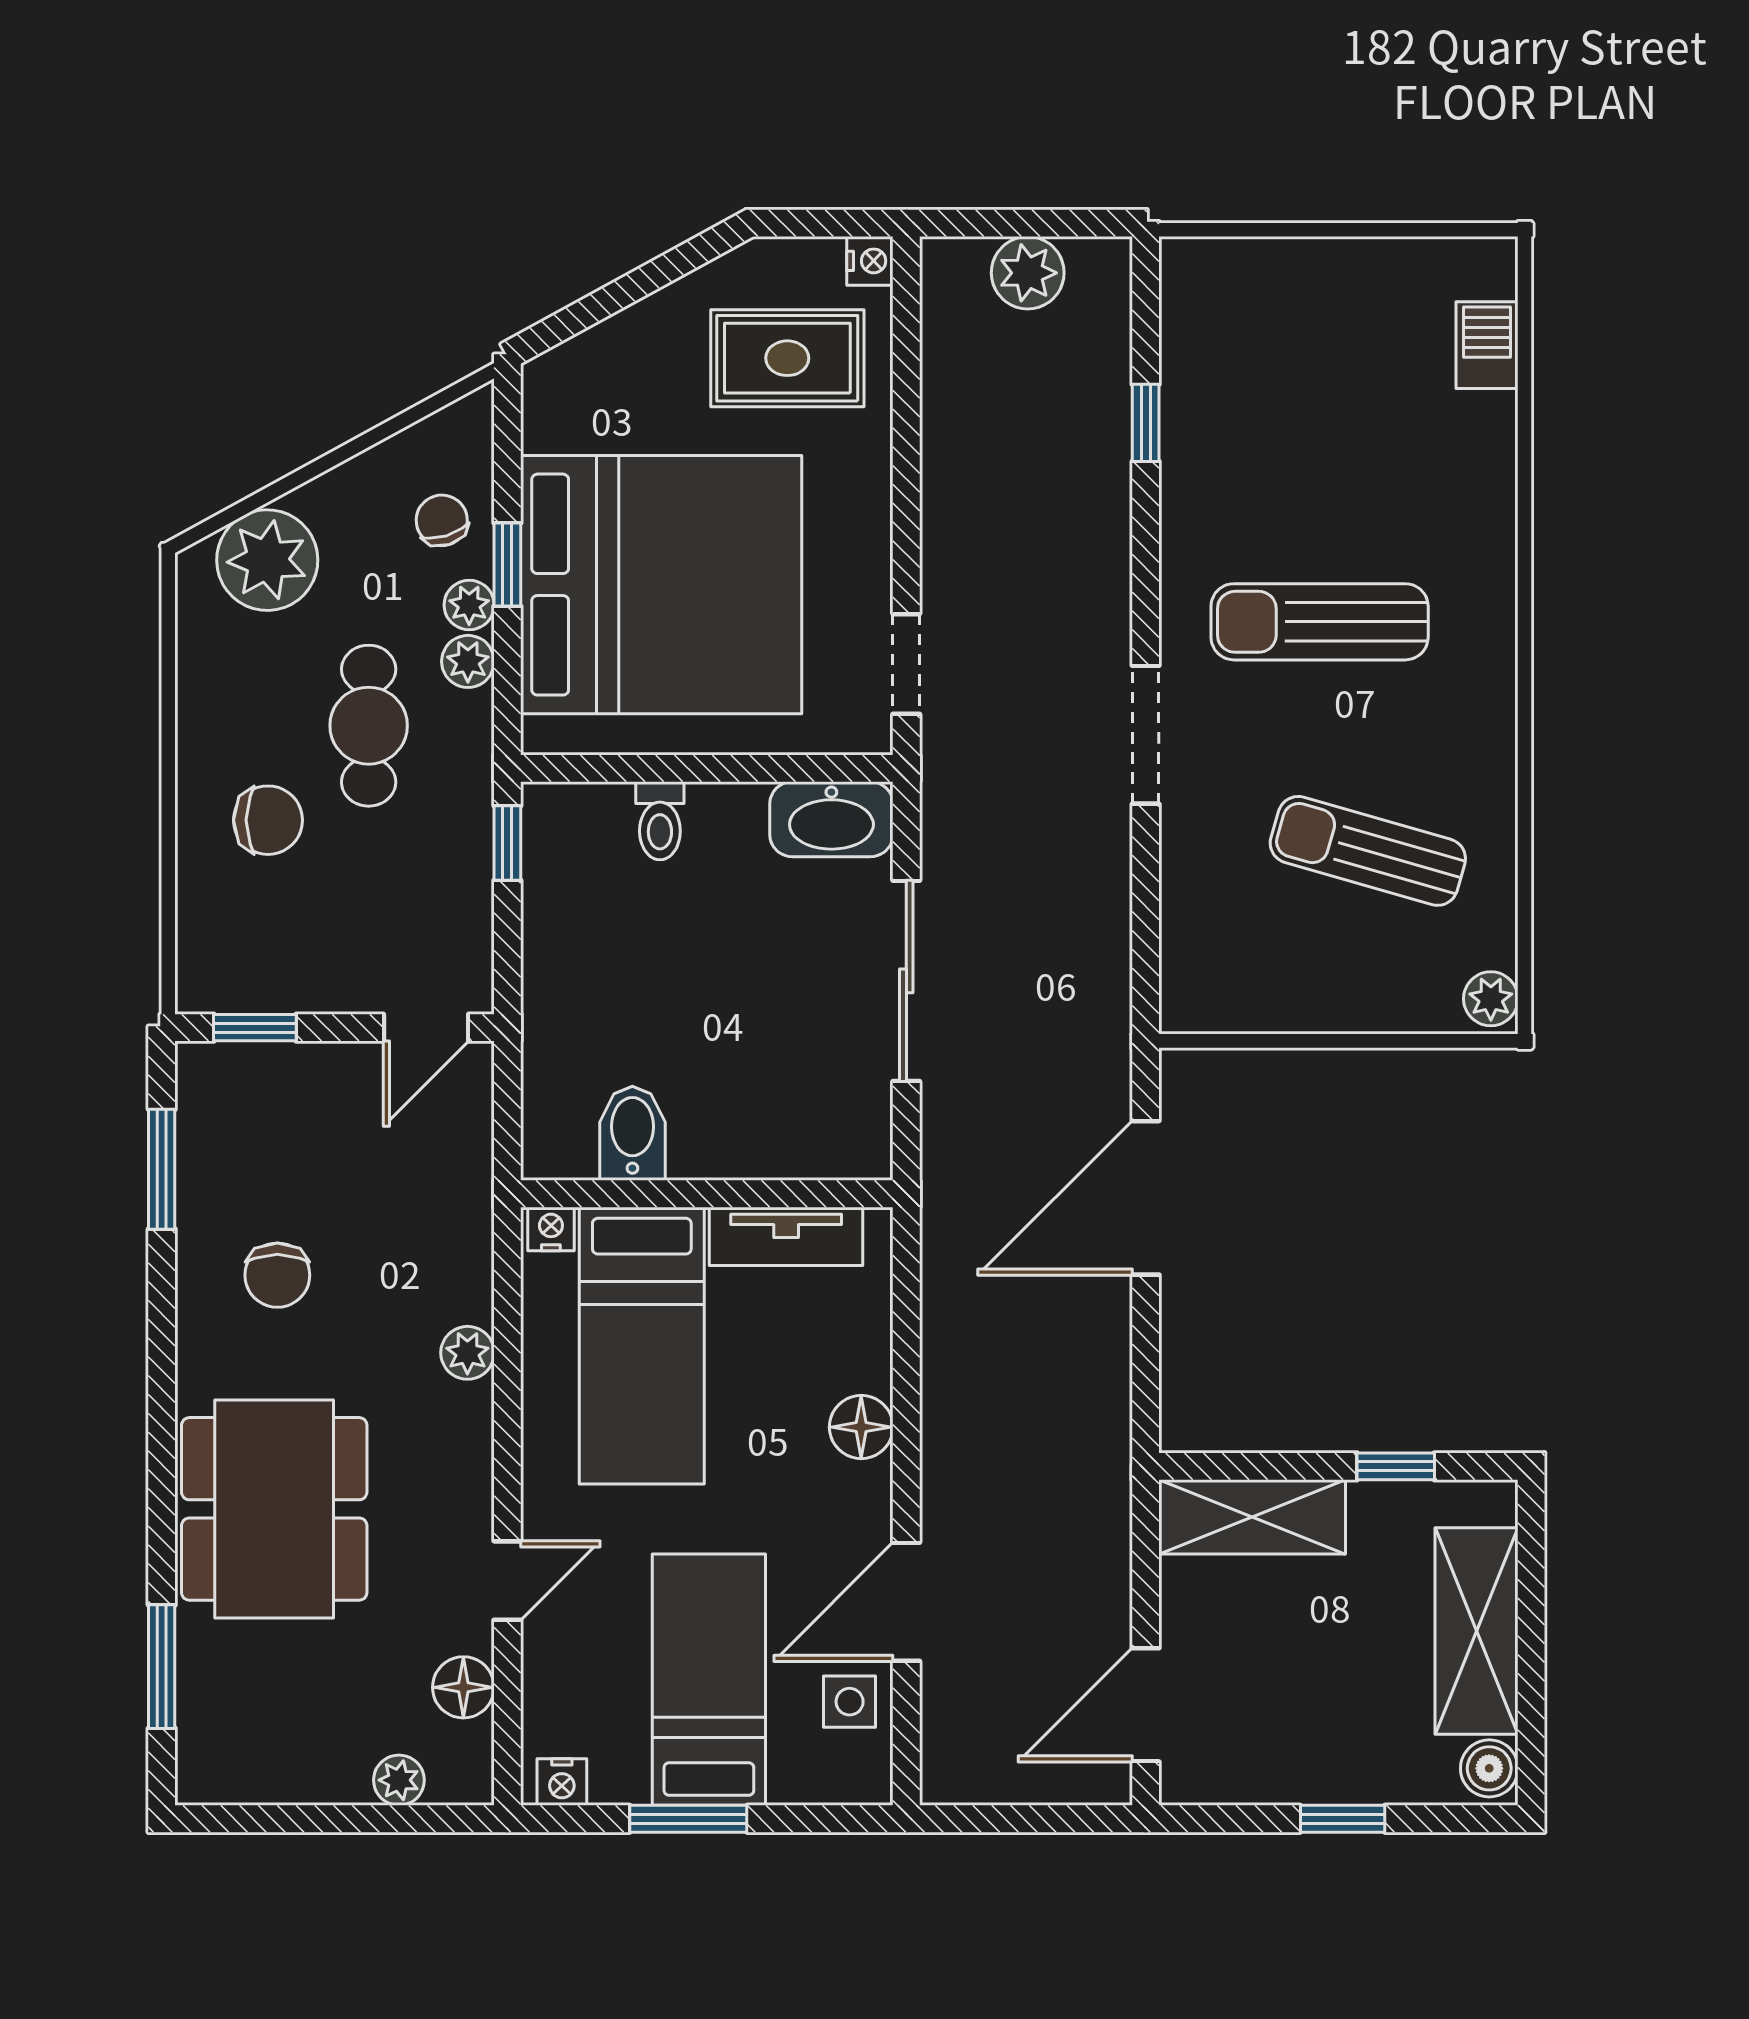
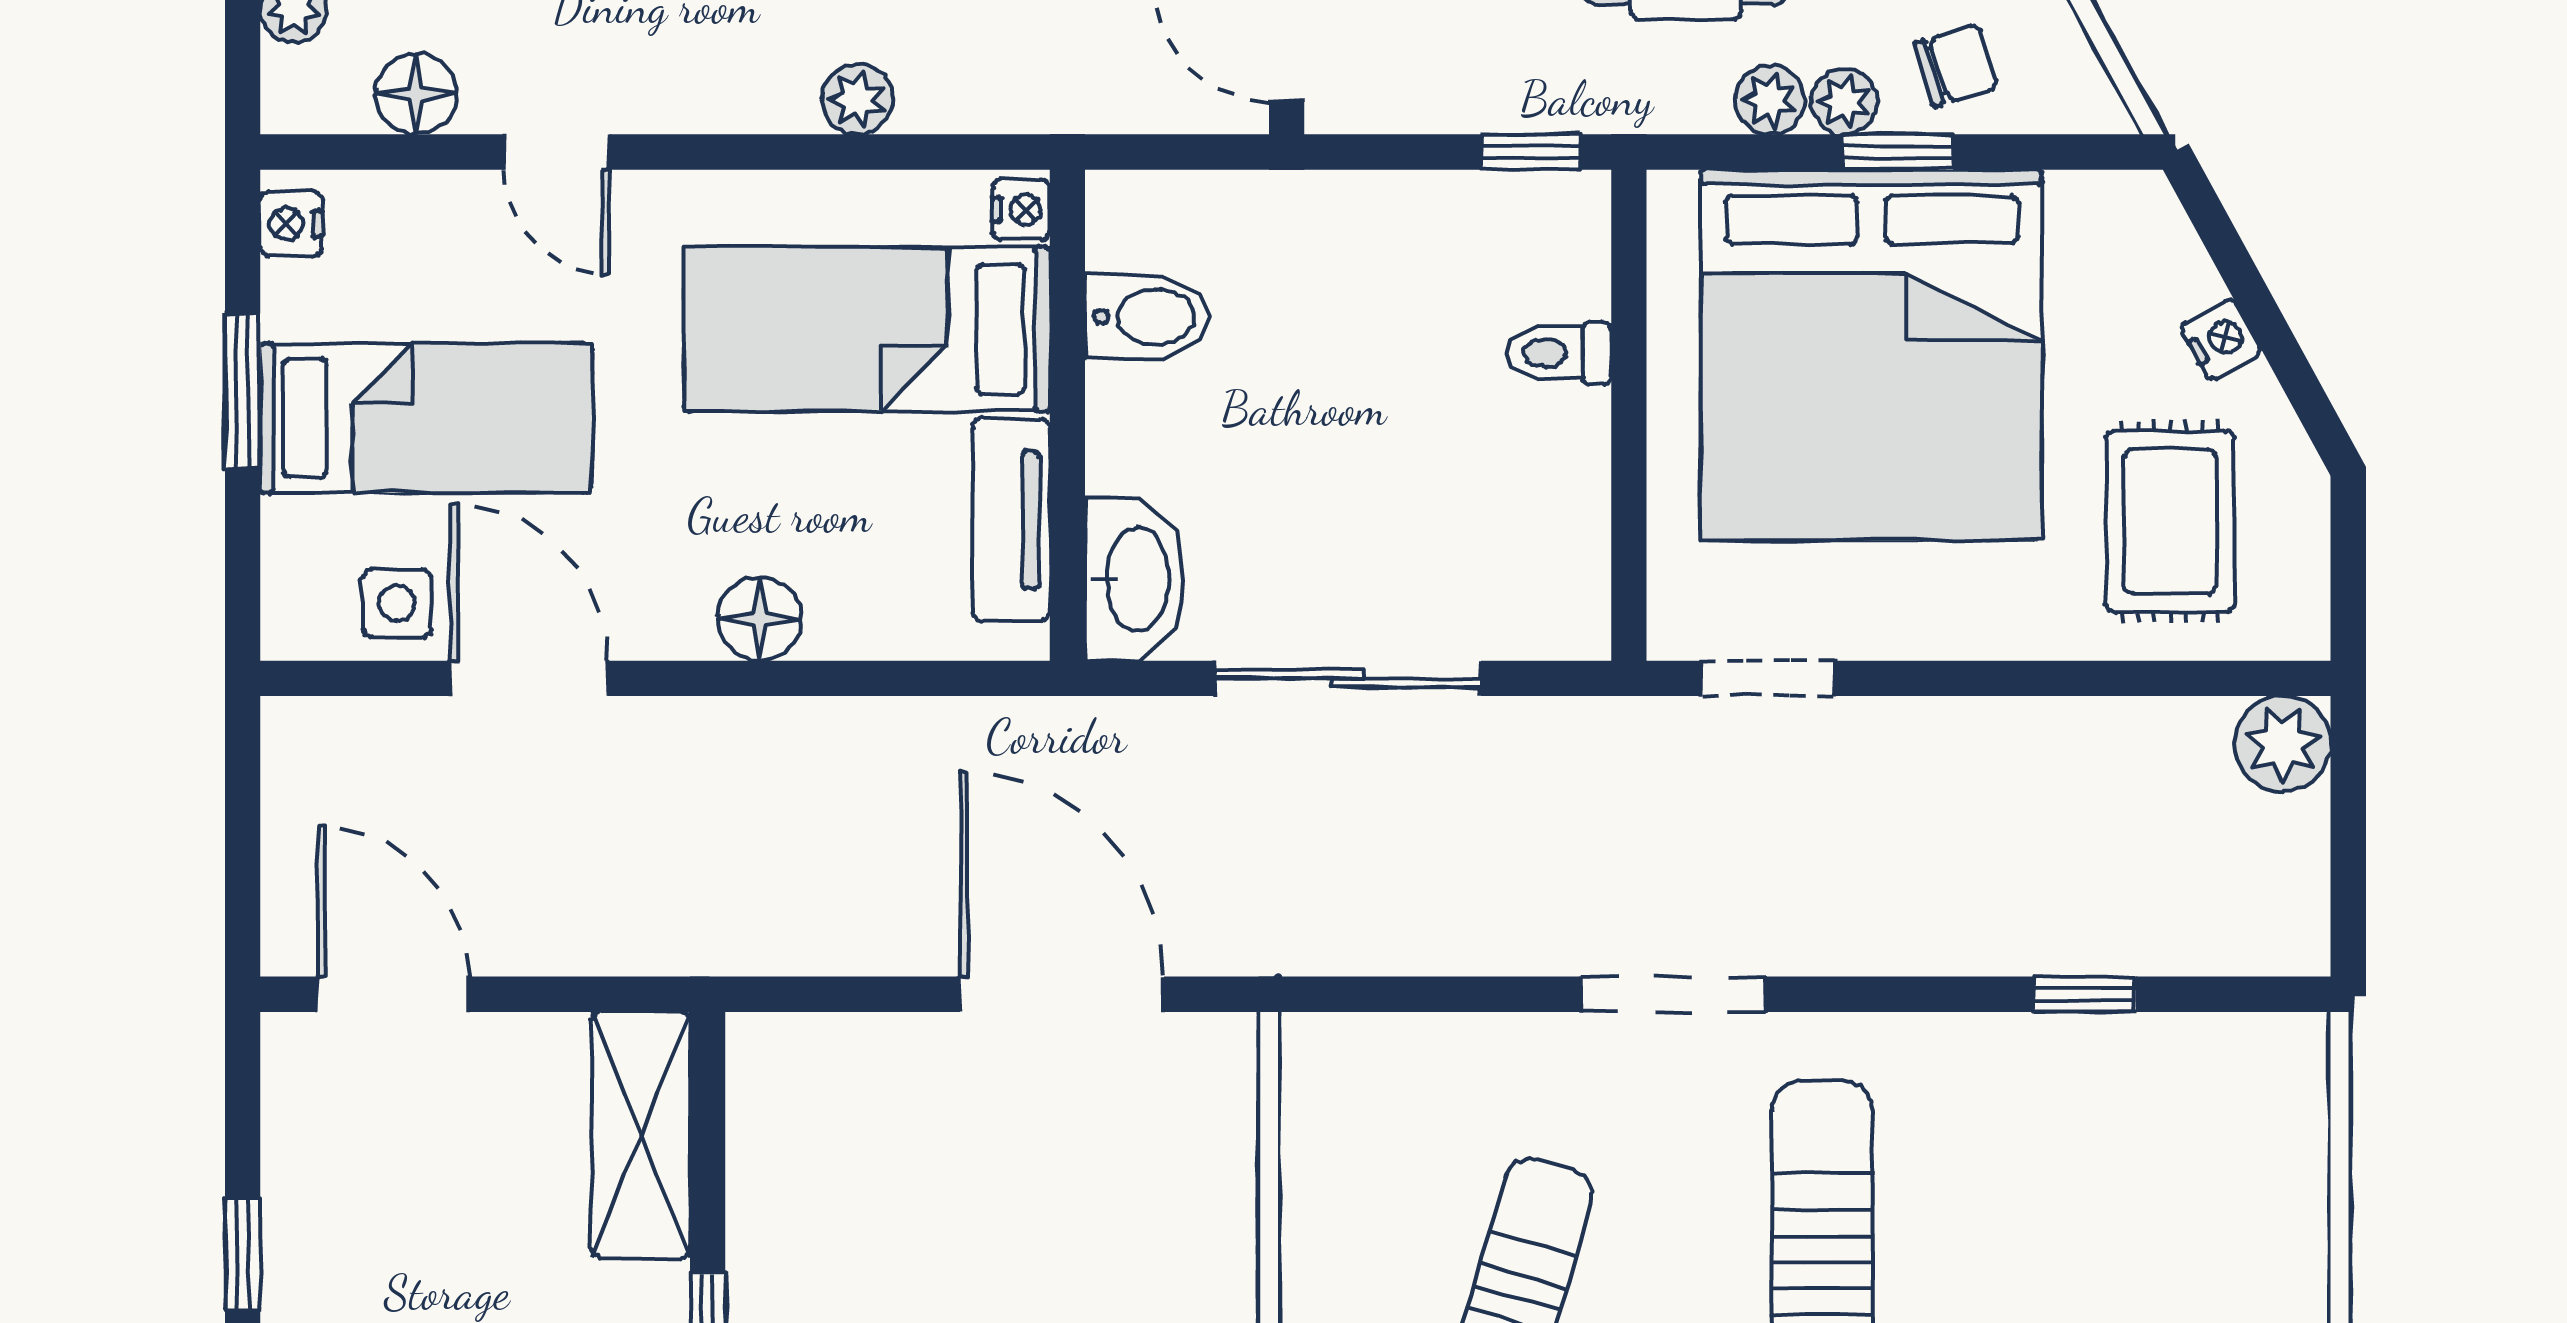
nightstand: (870, 261) -> (2221, 339), moved, turned -119
plant: (1028, 273) -> (2283, 744), moved
washbasin: (831, 819) -> (1134, 580), moved, turned 180

